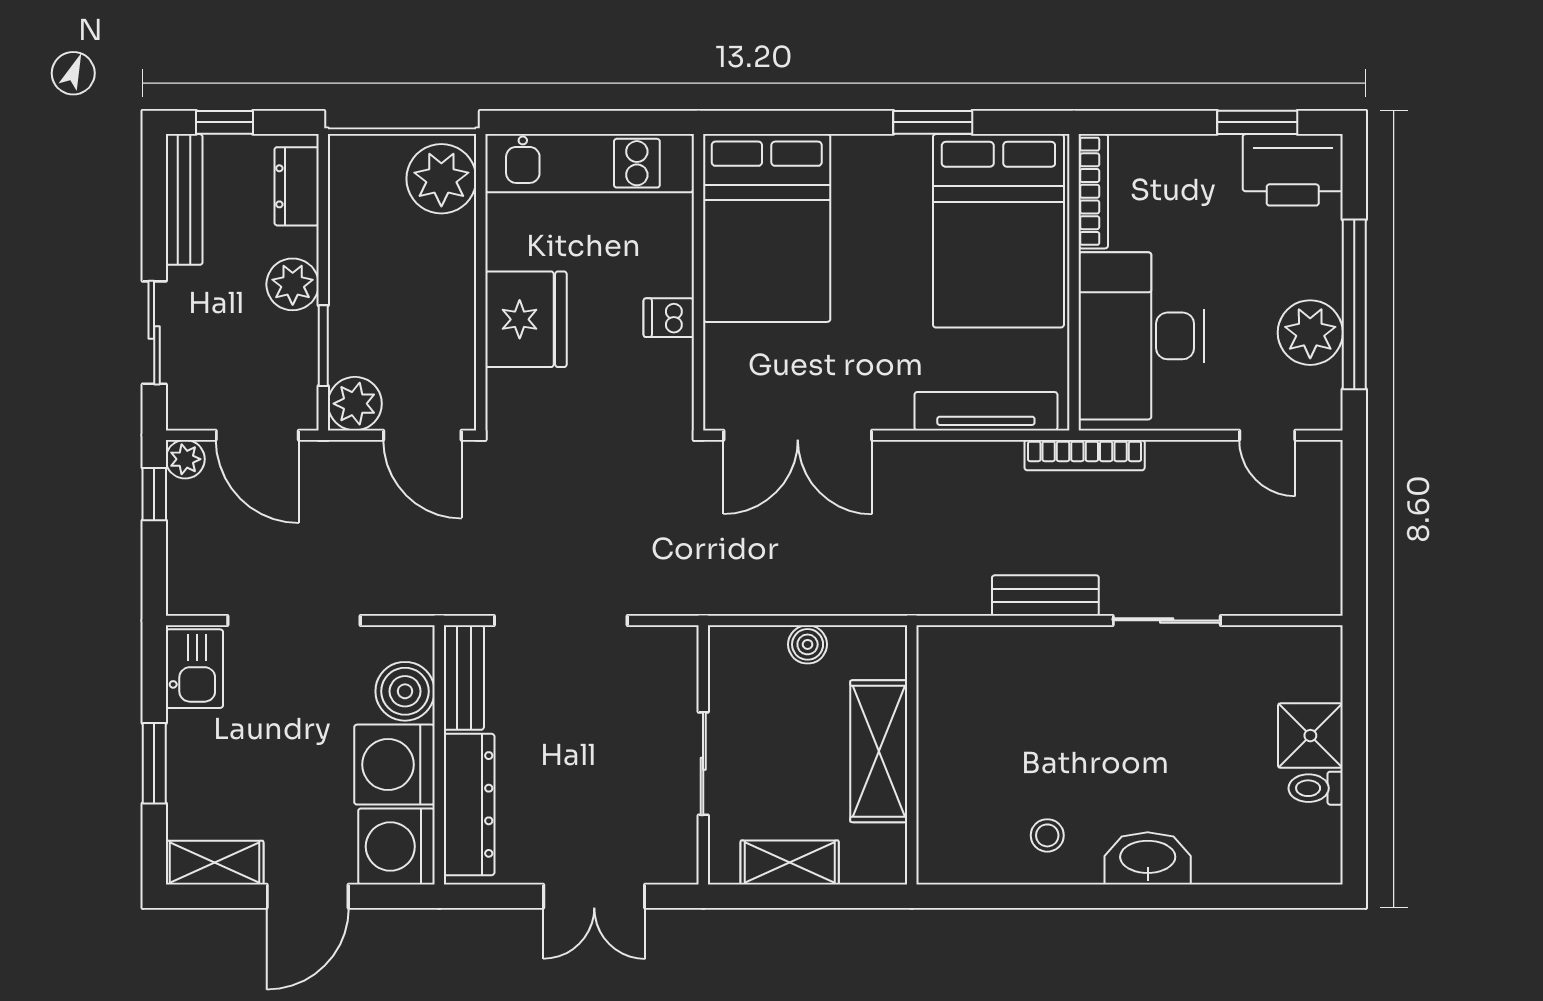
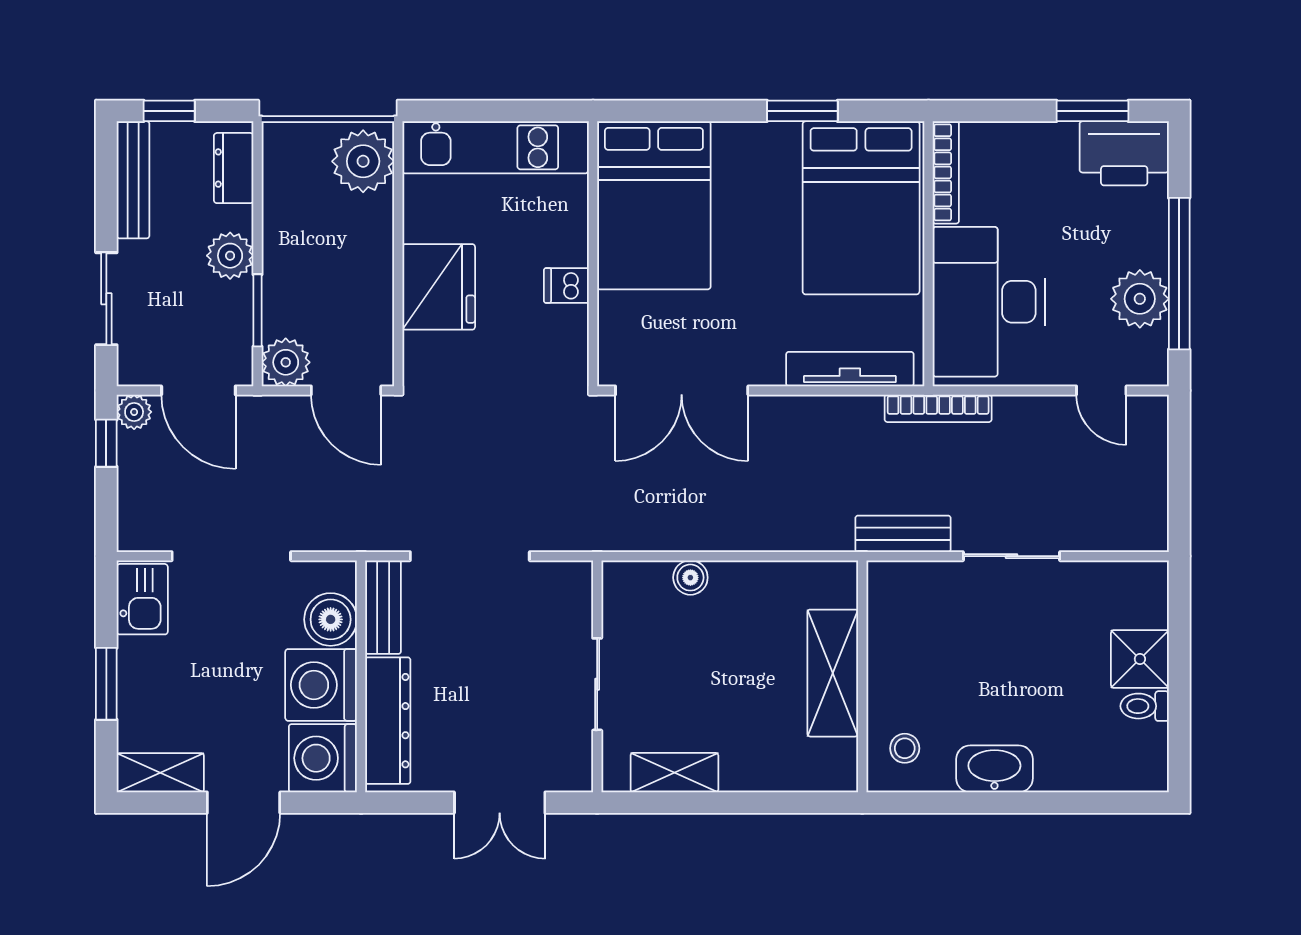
shelving: (879, 751) -> (833, 673), moved
wall: (912, 755) -> (862, 676), moved

